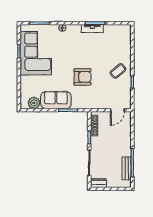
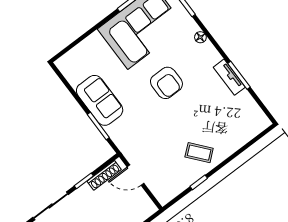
armchair: (83, 77) -> (166, 83), moved
plant: (34, 103) -> (74, 74), removed
door: (117, 110) -> (135, 175), moved

